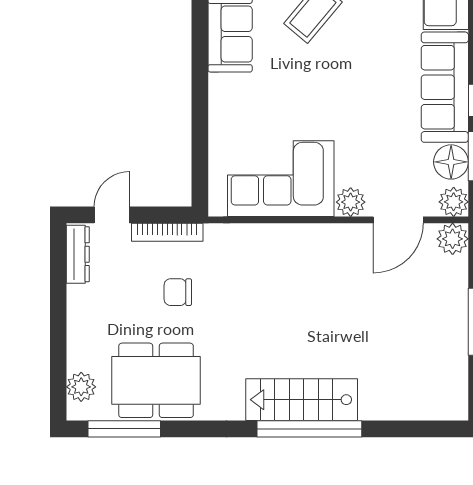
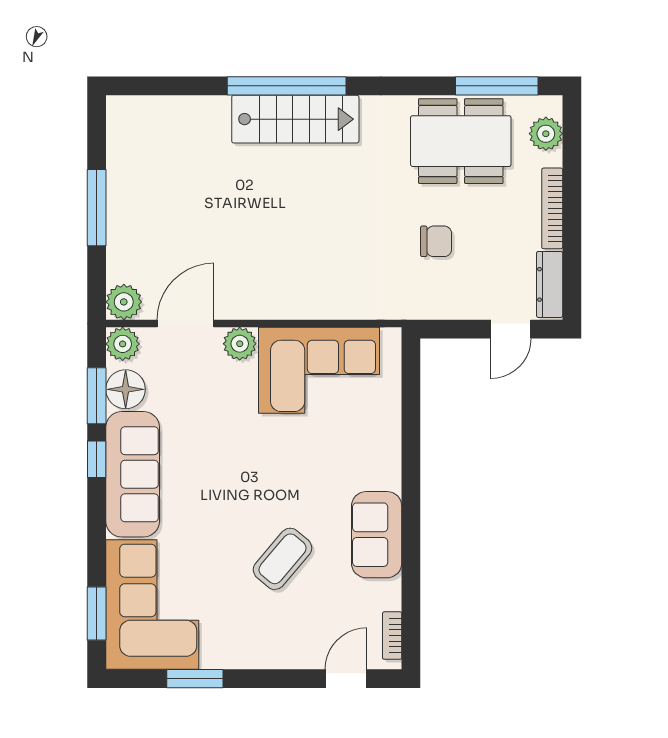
bookcase: (167, 232) -> (552, 208), moved, turned -90

